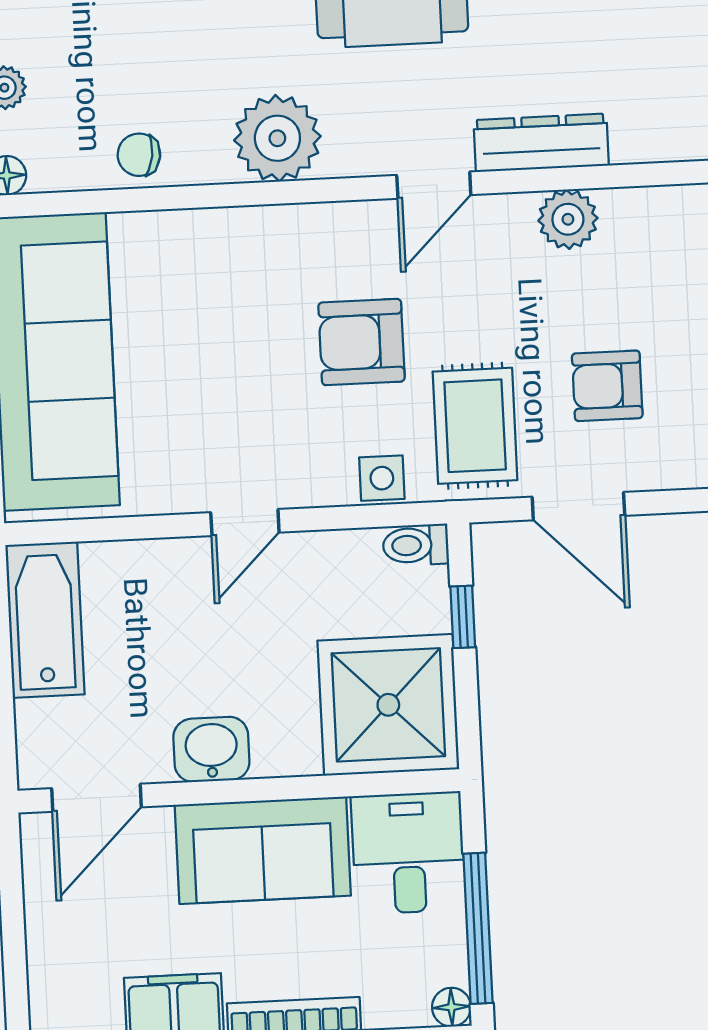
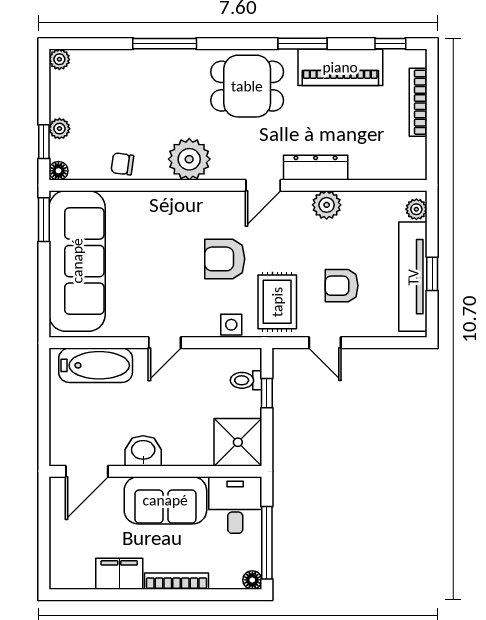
door: (578, 506) -> (325, 343), width x0.73
toilet: (416, 545) -> (246, 380), moved
bathtub: (45, 620) -> (96, 365), moved, turned 90
shower: (388, 705) -> (238, 442), width x0.73, depth x0.73

